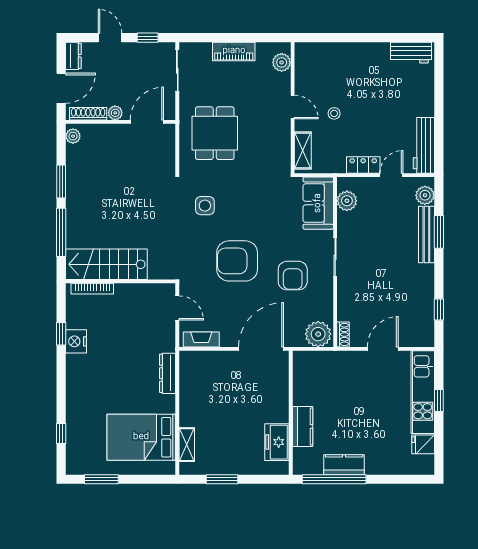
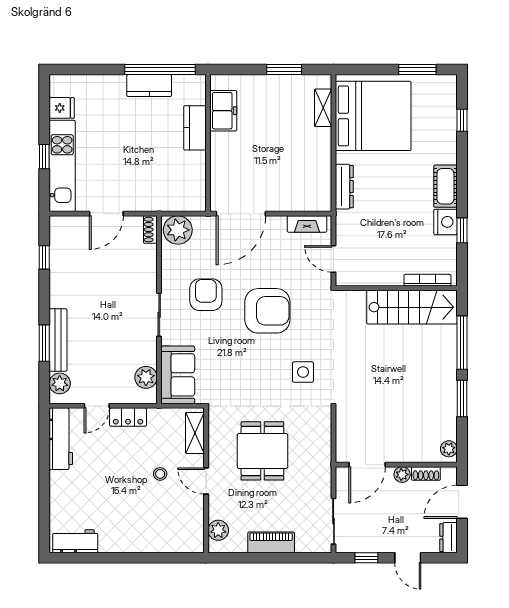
shoe rack: (88, 114) -> (426, 474), width x0.70
dining table: (215, 133) -> (262, 451), moved
cot: (76, 374) -> (445, 186), added
bed: (141, 437) -> (373, 116), width x1.36

